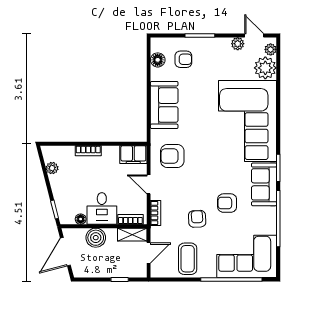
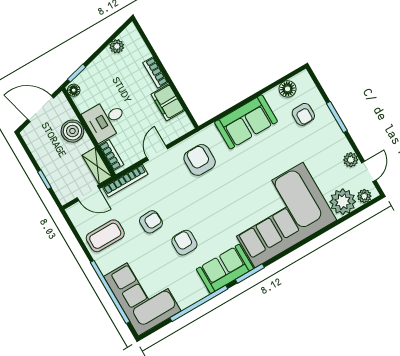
filing cabinet: (133, 155) -> (168, 102), moved
bookcase: (156, 213) -> (125, 181), width x1.56
floor lamp: (81, 219) -> (74, 90), moved

